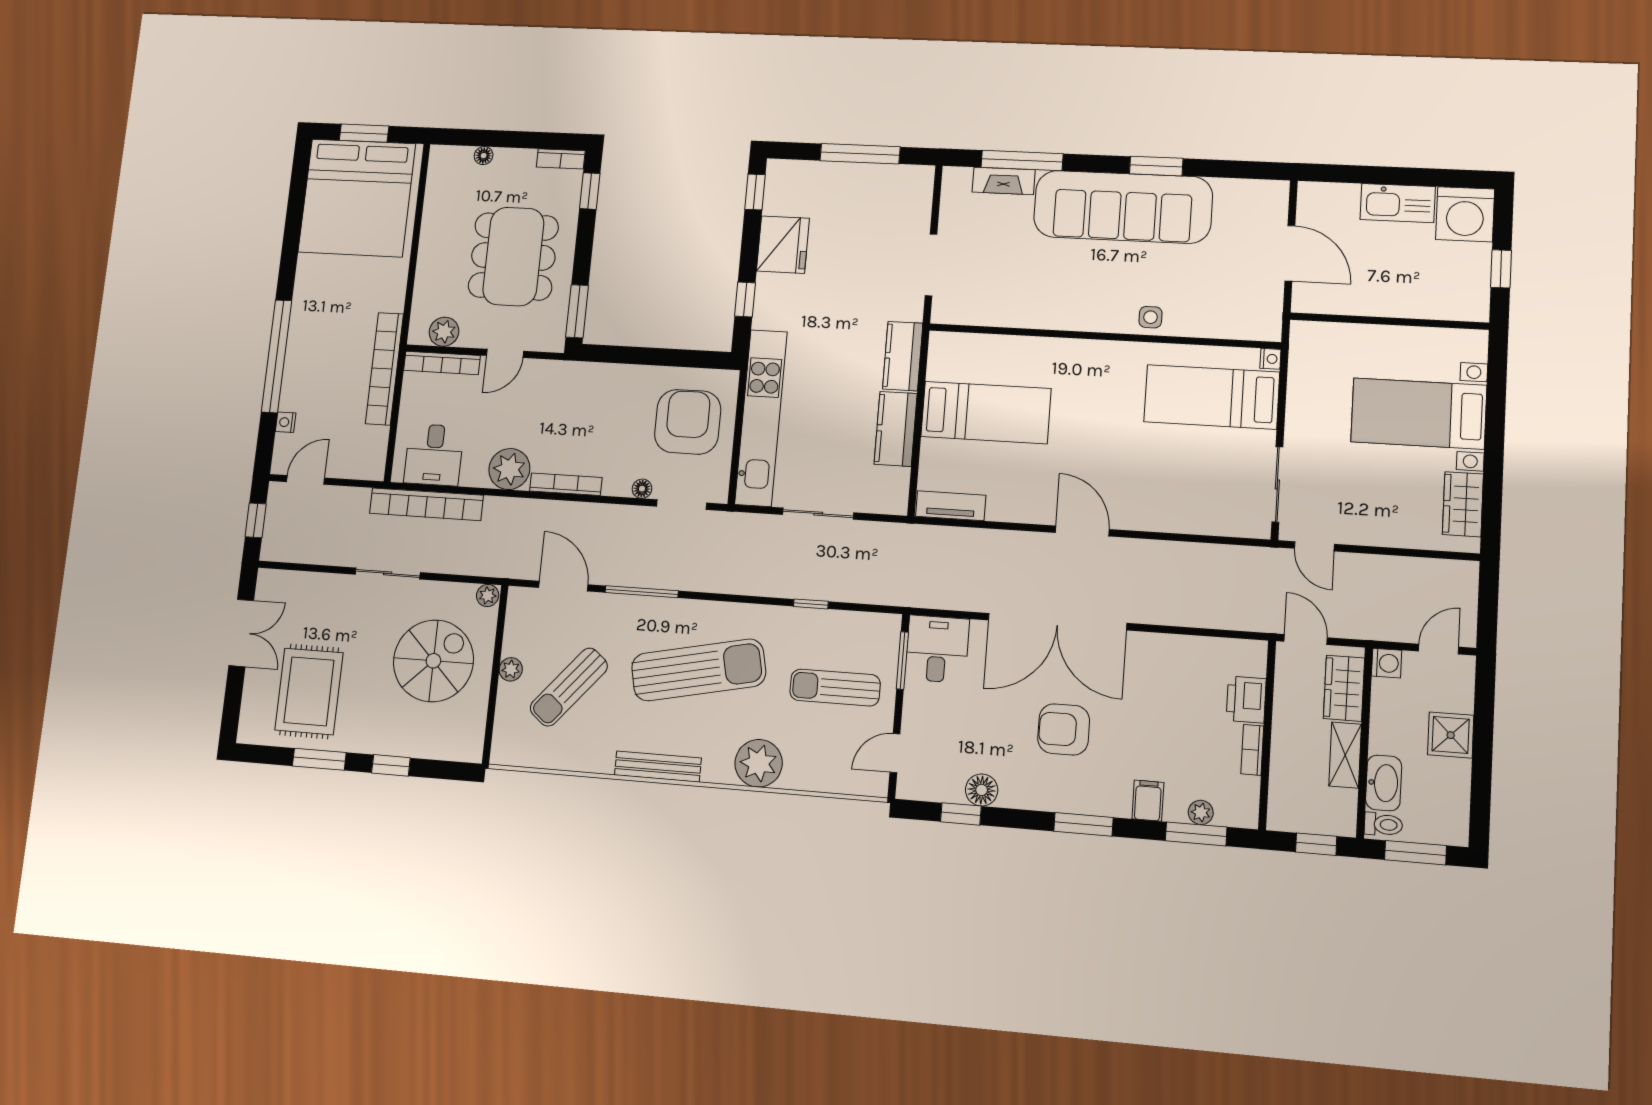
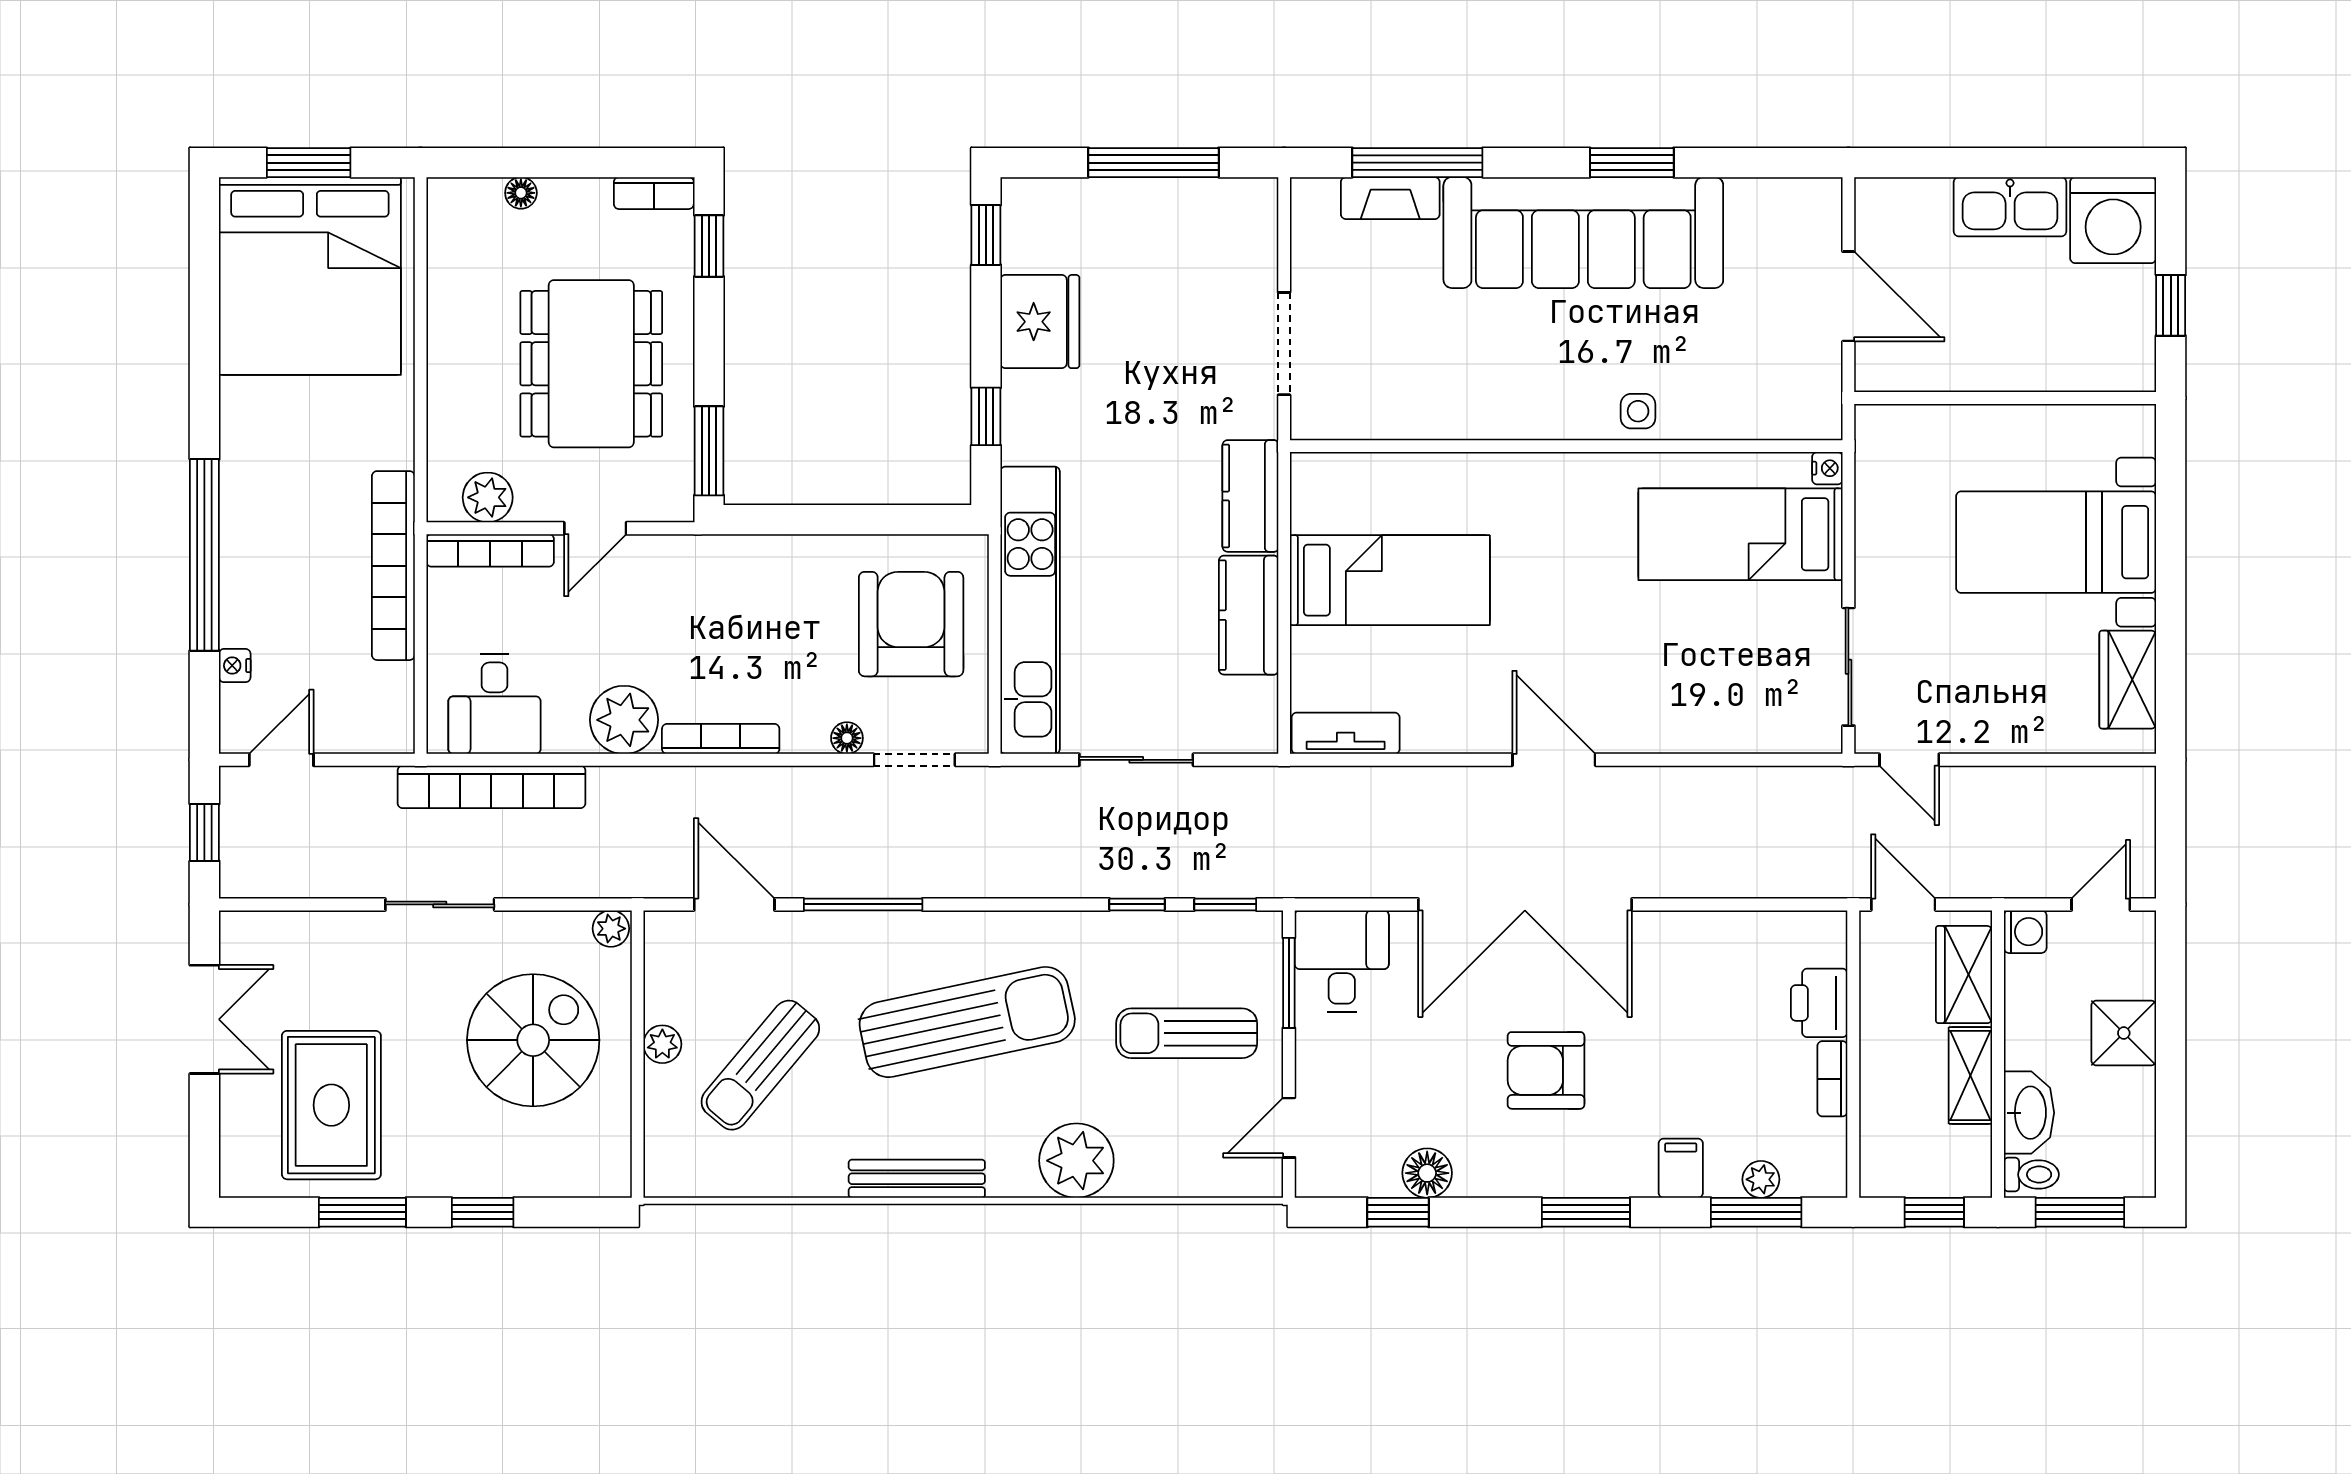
window: (866, 608) -> (1225, 904), added

